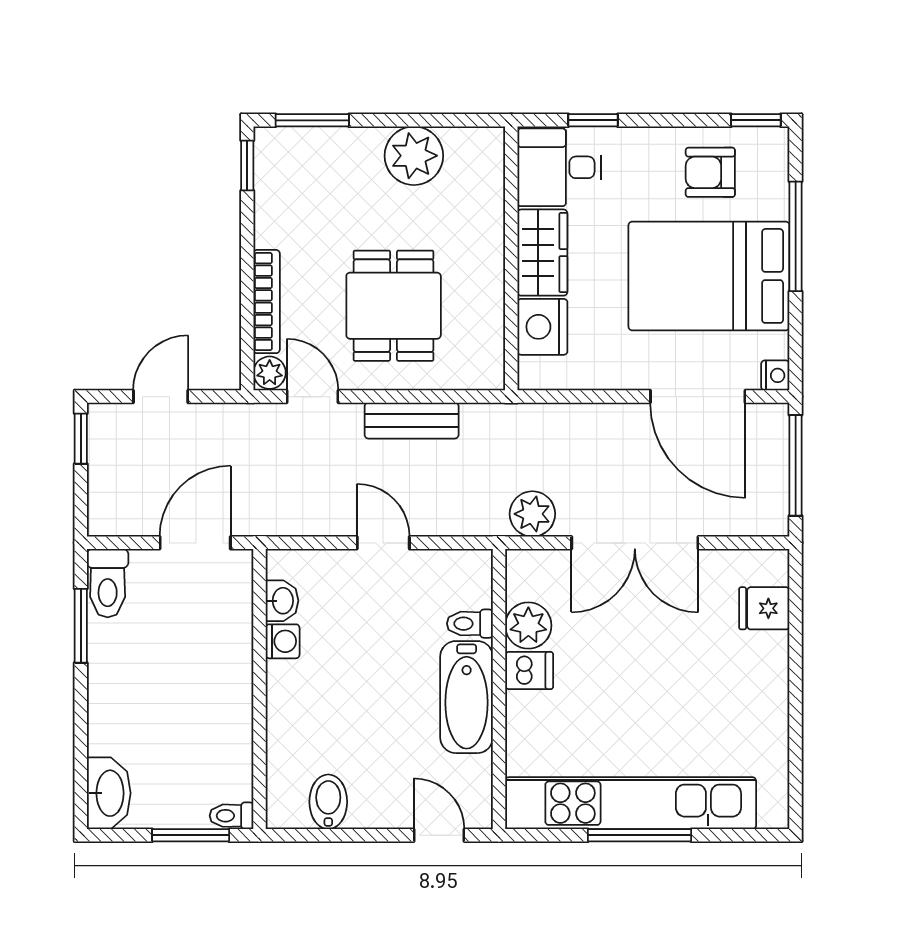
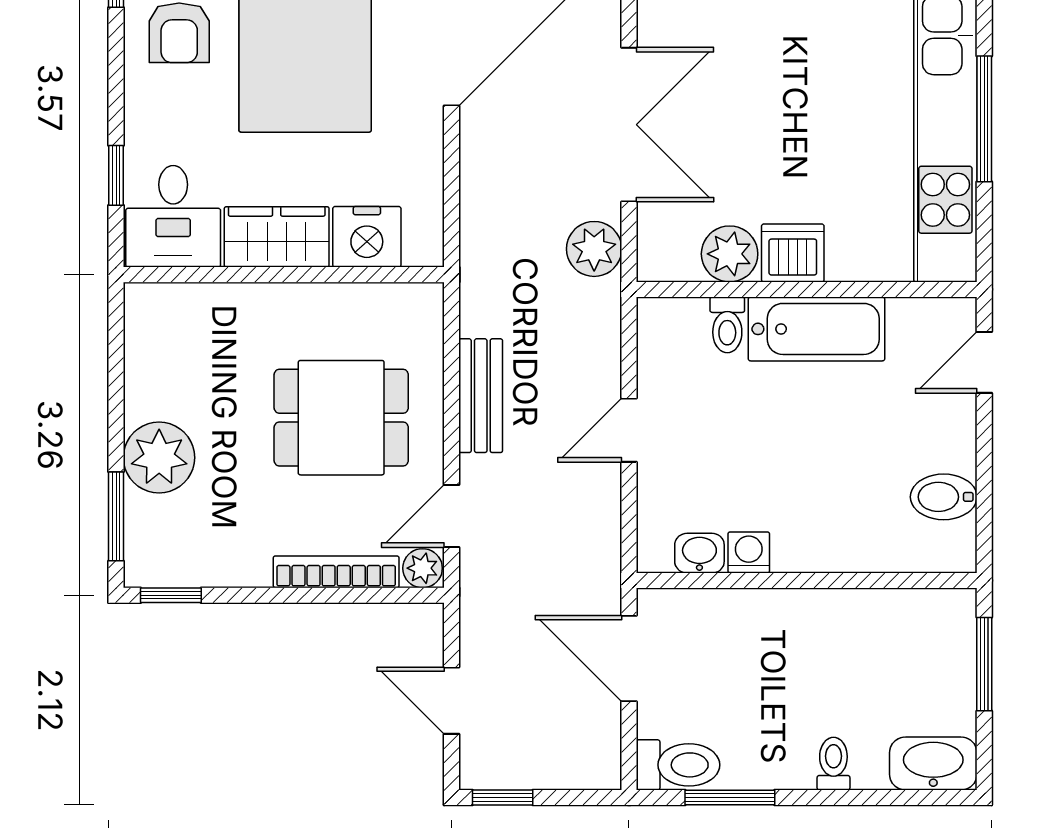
plant: (414, 156) -> (159, 458), moved
dishwasher: (529, 671) -> (793, 253), width x1.38
toilet: (232, 816) -> (833, 764), moved, turned 180

